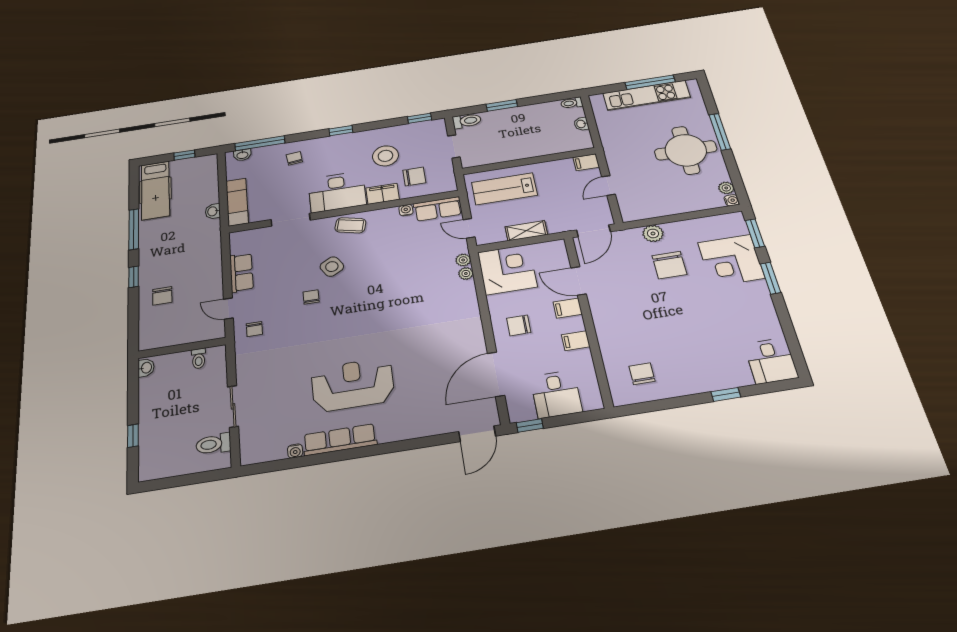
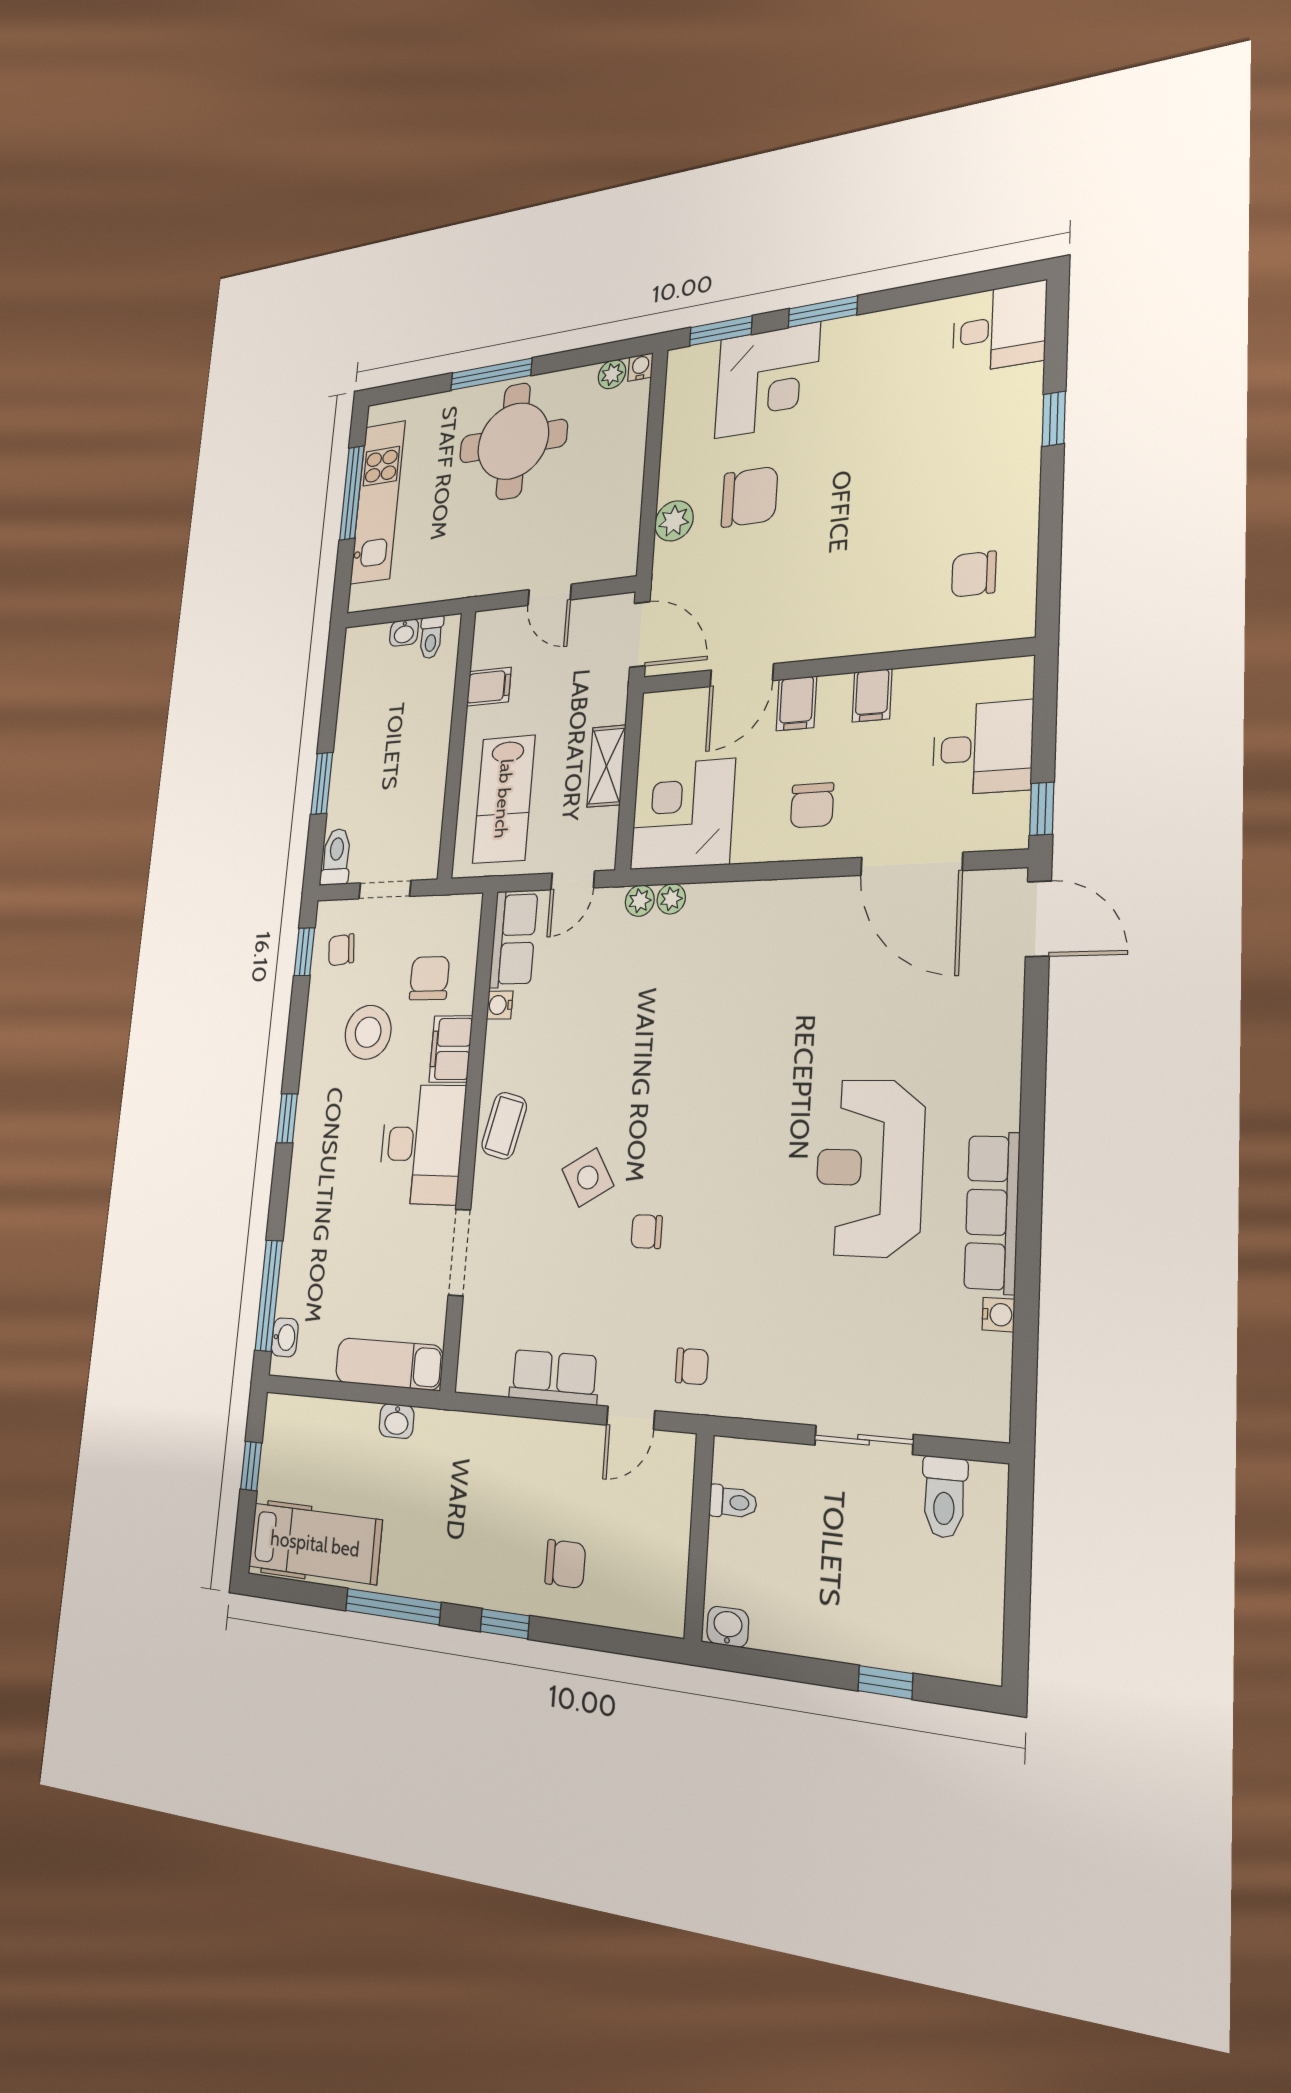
toilet: (572, 103) -> (431, 637), moved
chair: (294, 158) -> (341, 950), moved
filing cabinet: (586, 162) -> (489, 687), moved, turned -90

